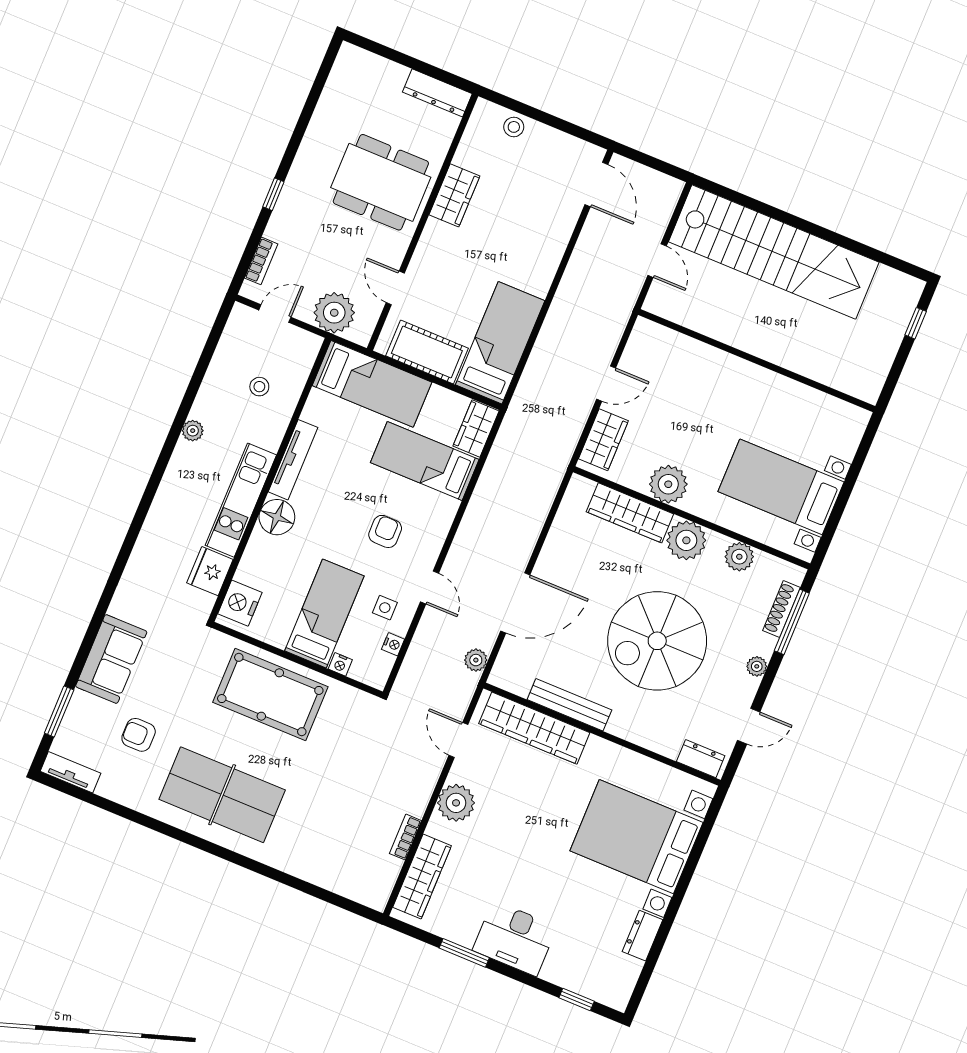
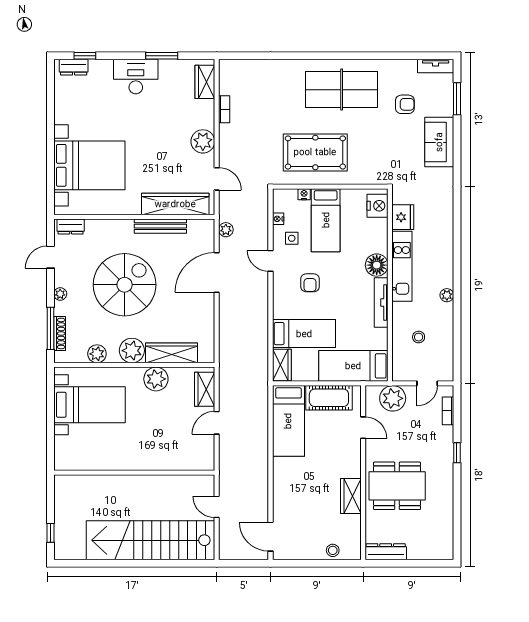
pool table: (270, 695) -> (315, 152), moved
wardrobe: (422, 877) -> (205, 82), width x0.67
dresser: (642, 936) -> (74, 67), moved, turned 90

